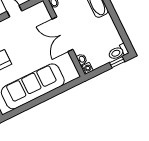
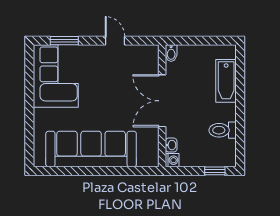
toilet: (118, 52) -> (223, 130), moved

